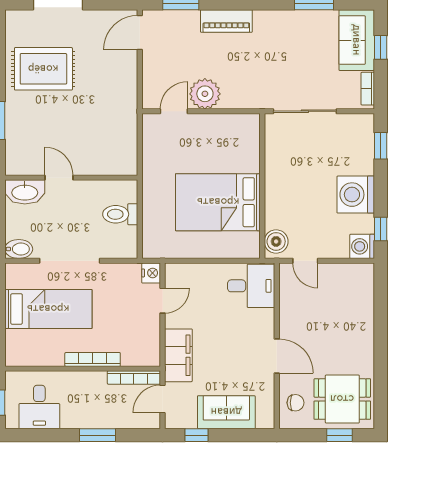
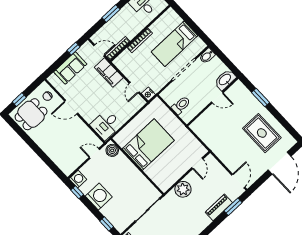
piano: (226, 21) -> (219, 207), moved
rug: (43, 69) -> (262, 133), turned 90
plant: (205, 94) -> (183, 189), moved
door: (163, 399) -> (99, 50), hinge flipped

